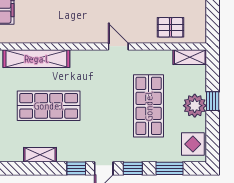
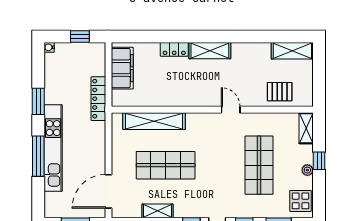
shelving: (190, 57) -> (306, 128), moved, turned 90
plant: (195, 106) -> (307, 170), width x0.53, depth x0.53

